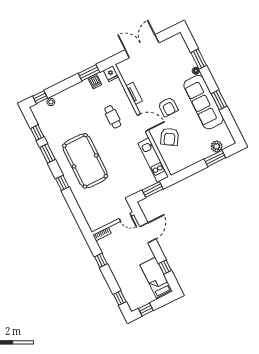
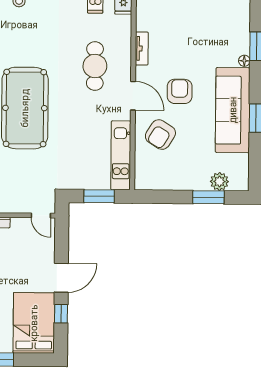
armchair: (168, 107) -> (180, 91), turned 180
cafe table: (113, 117) -> (95, 66), width x1.37, depth x1.35
door: (148, 233) -> (61, 278), moved
bed: (156, 278) -> (34, 323), width x1.50

